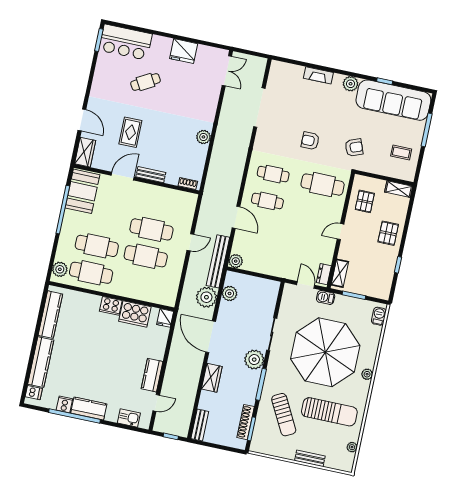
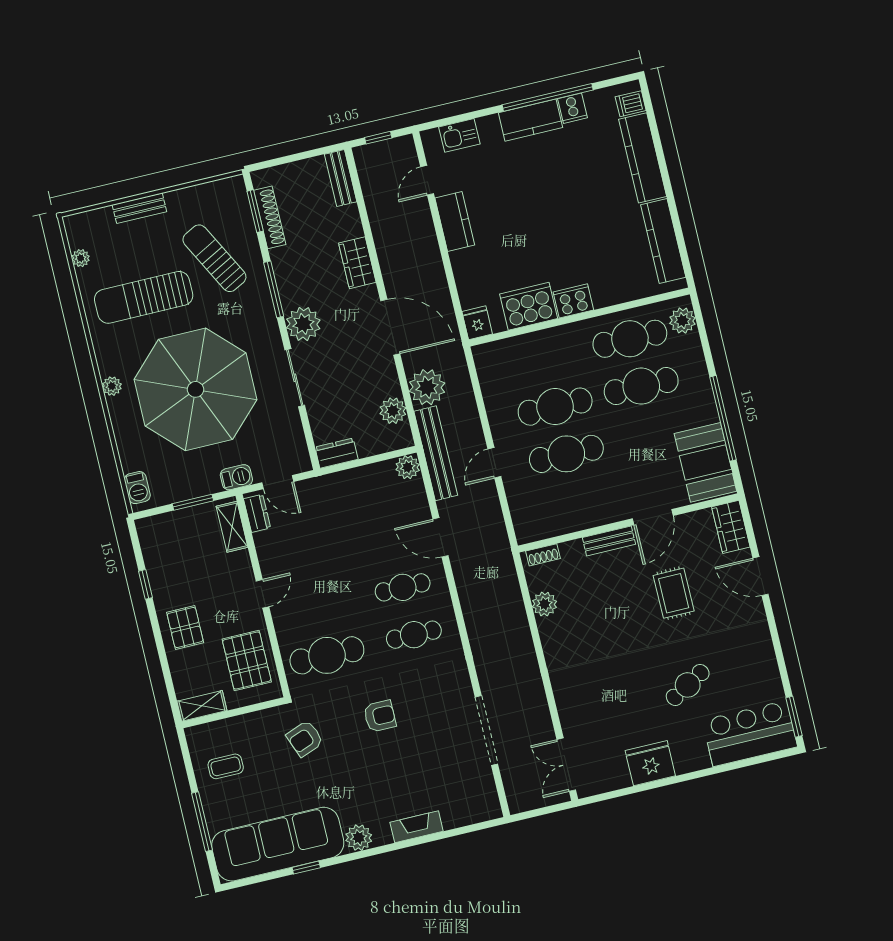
plant: (203, 137) -> (545, 604), moved
pallet: (365, 201) -> (247, 660), width x1.50, depth x1.42
dresser: (269, 286) -> (337, 453), added

